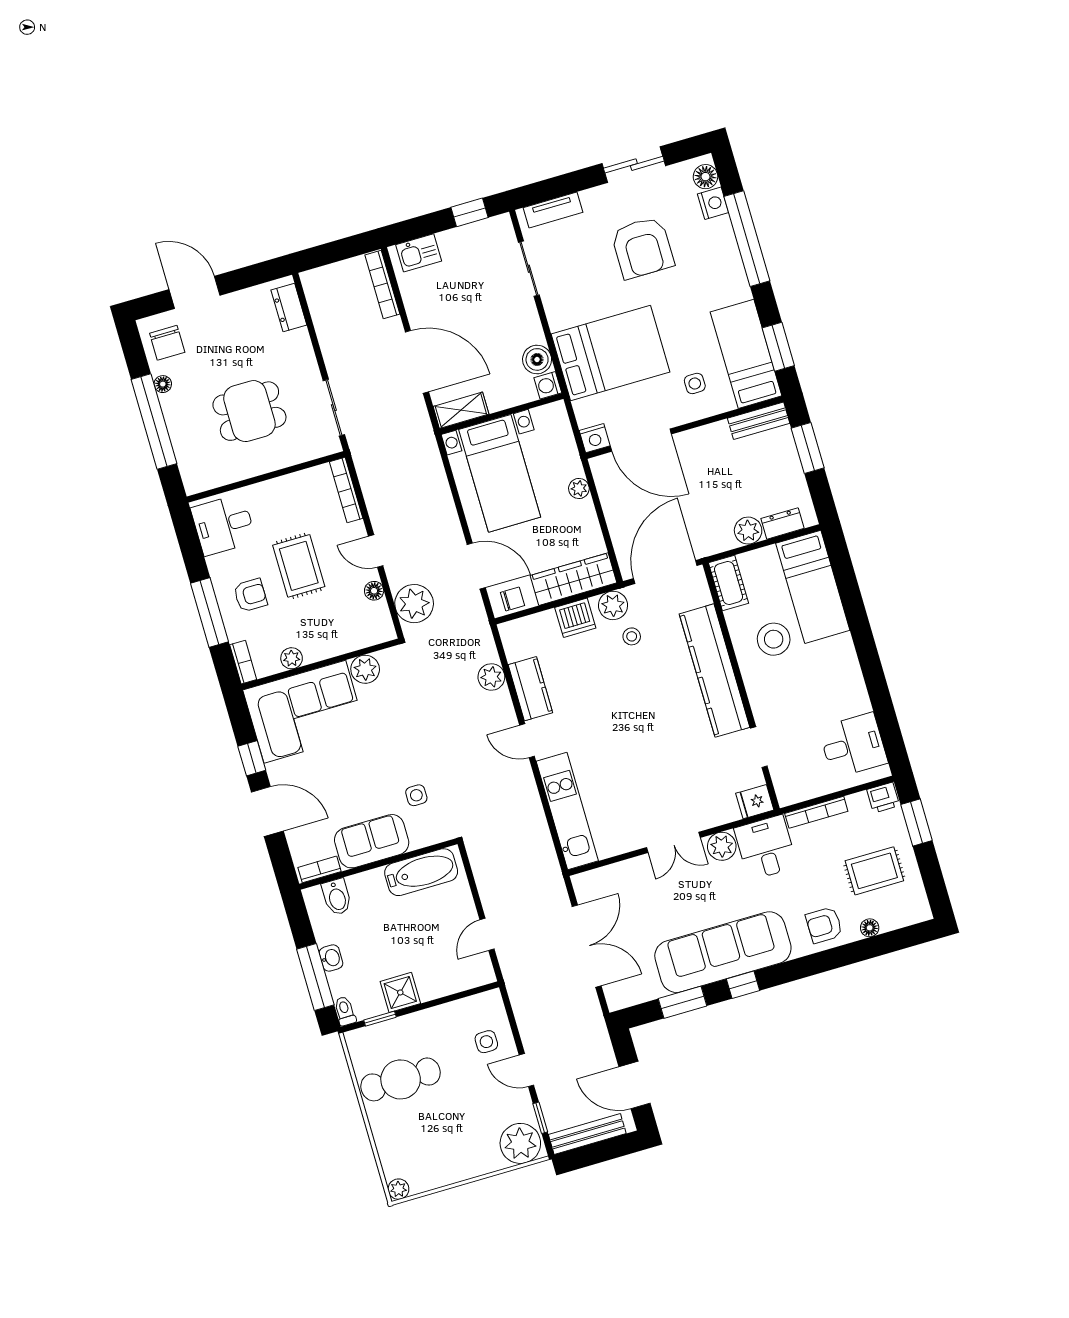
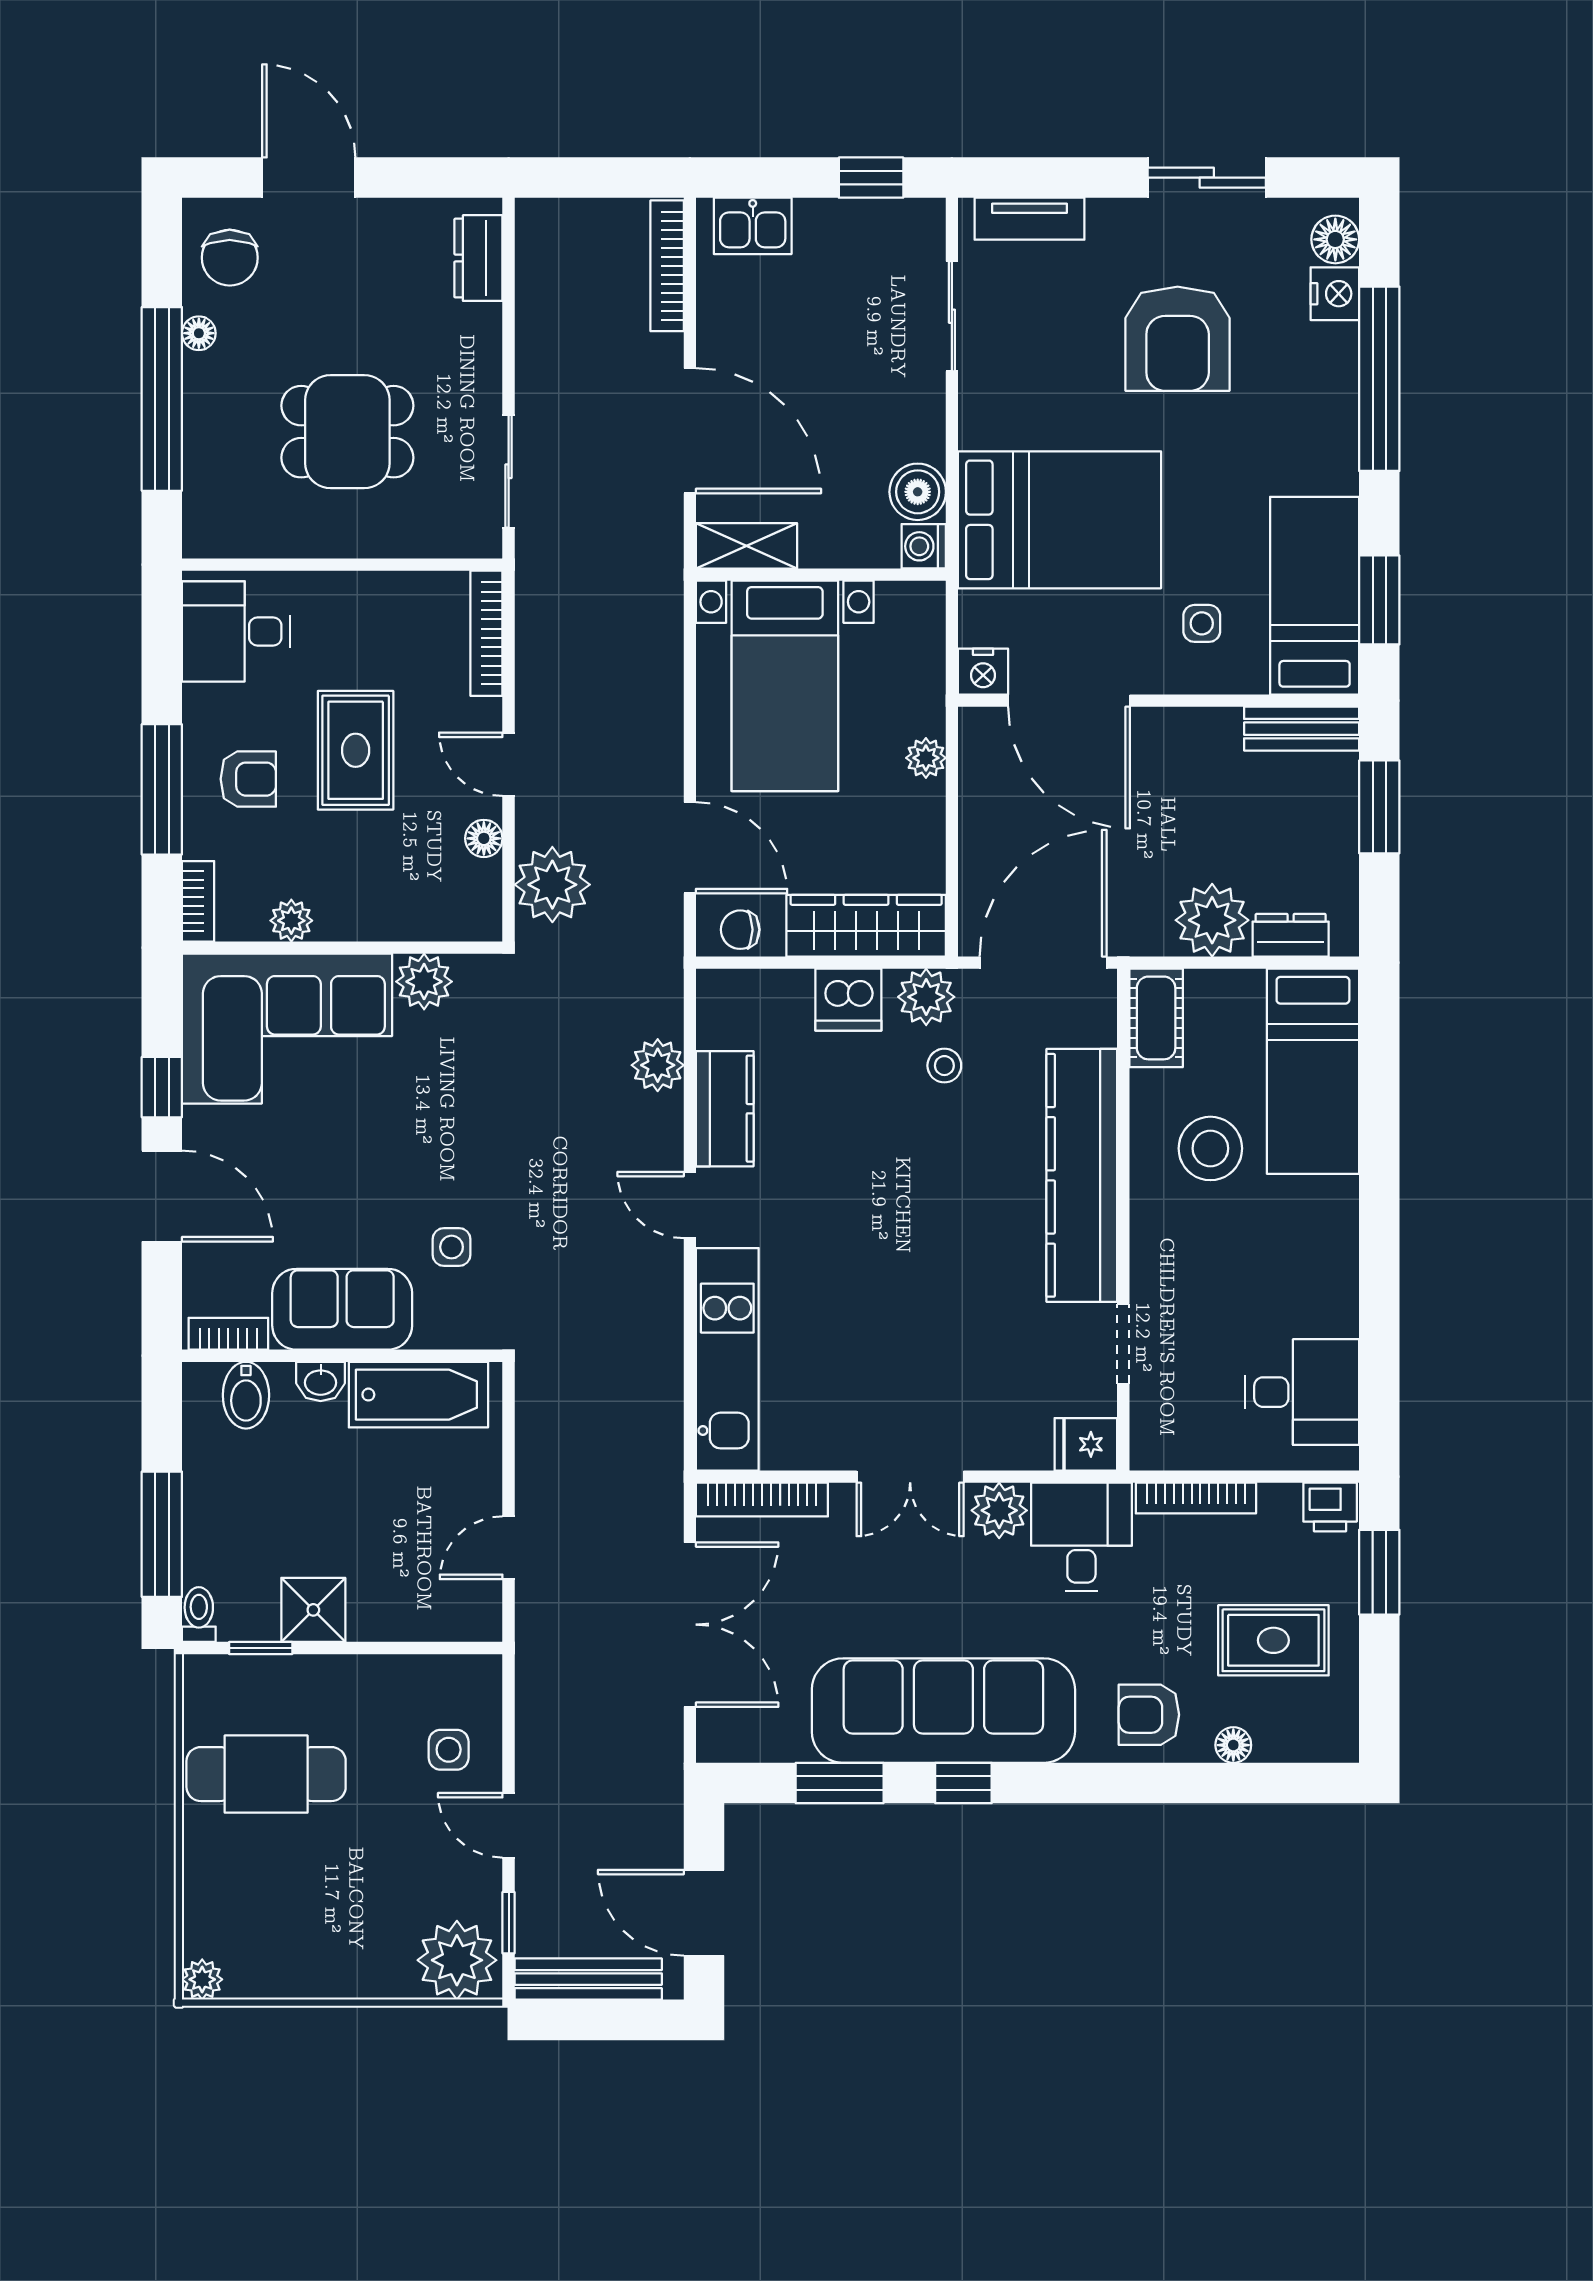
plant: (748, 531) -> (1212, 920), width x1.36, depth x1.36
chair: (512, 599) -> (740, 930), turned 180
bookcase: (604, 875) -> (762, 1500), added
washbasin: (331, 958) -> (321, 1381), moved, turned 90

